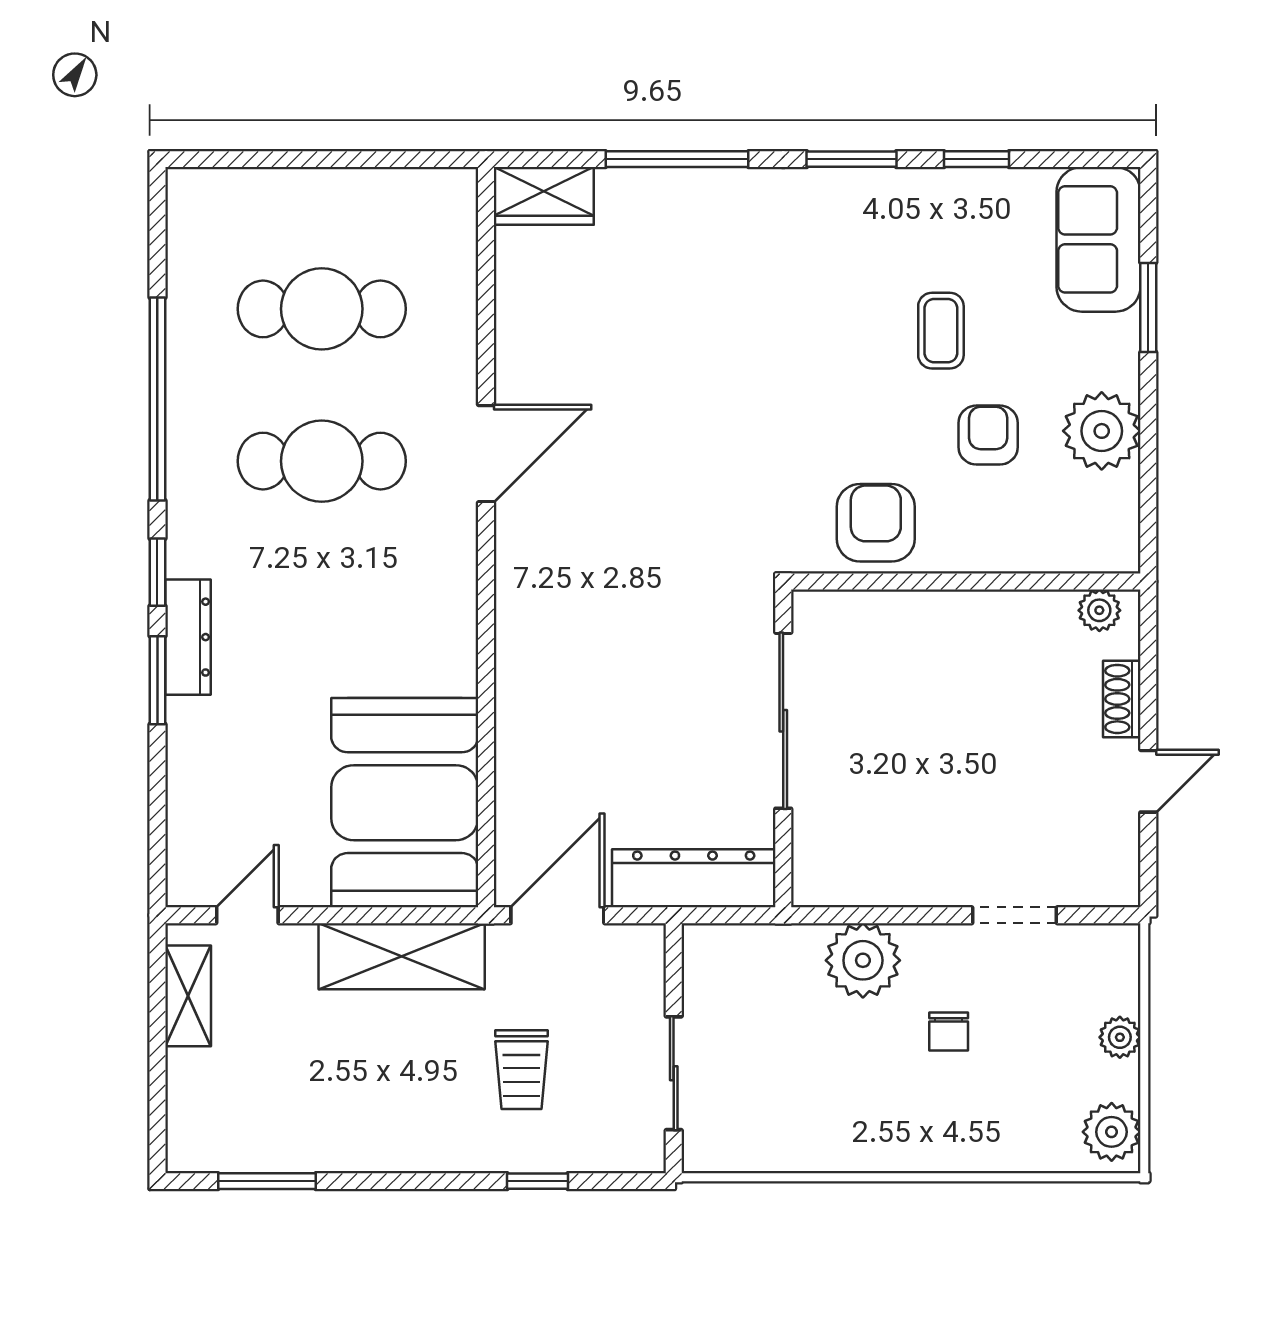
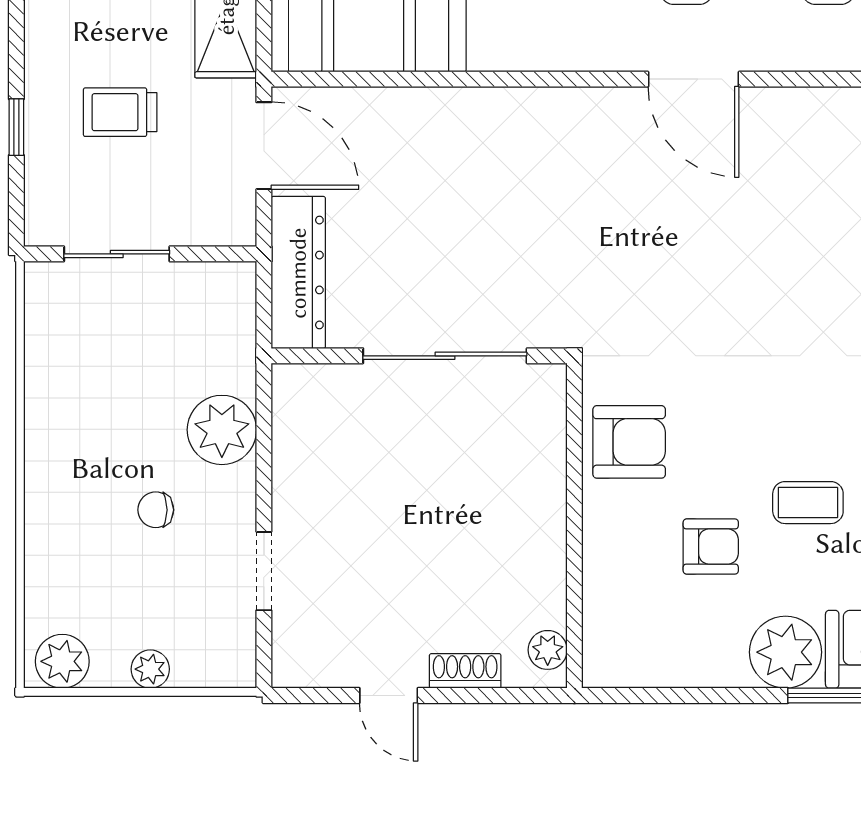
plant: (1102, 431) -> (786, 652), moved

